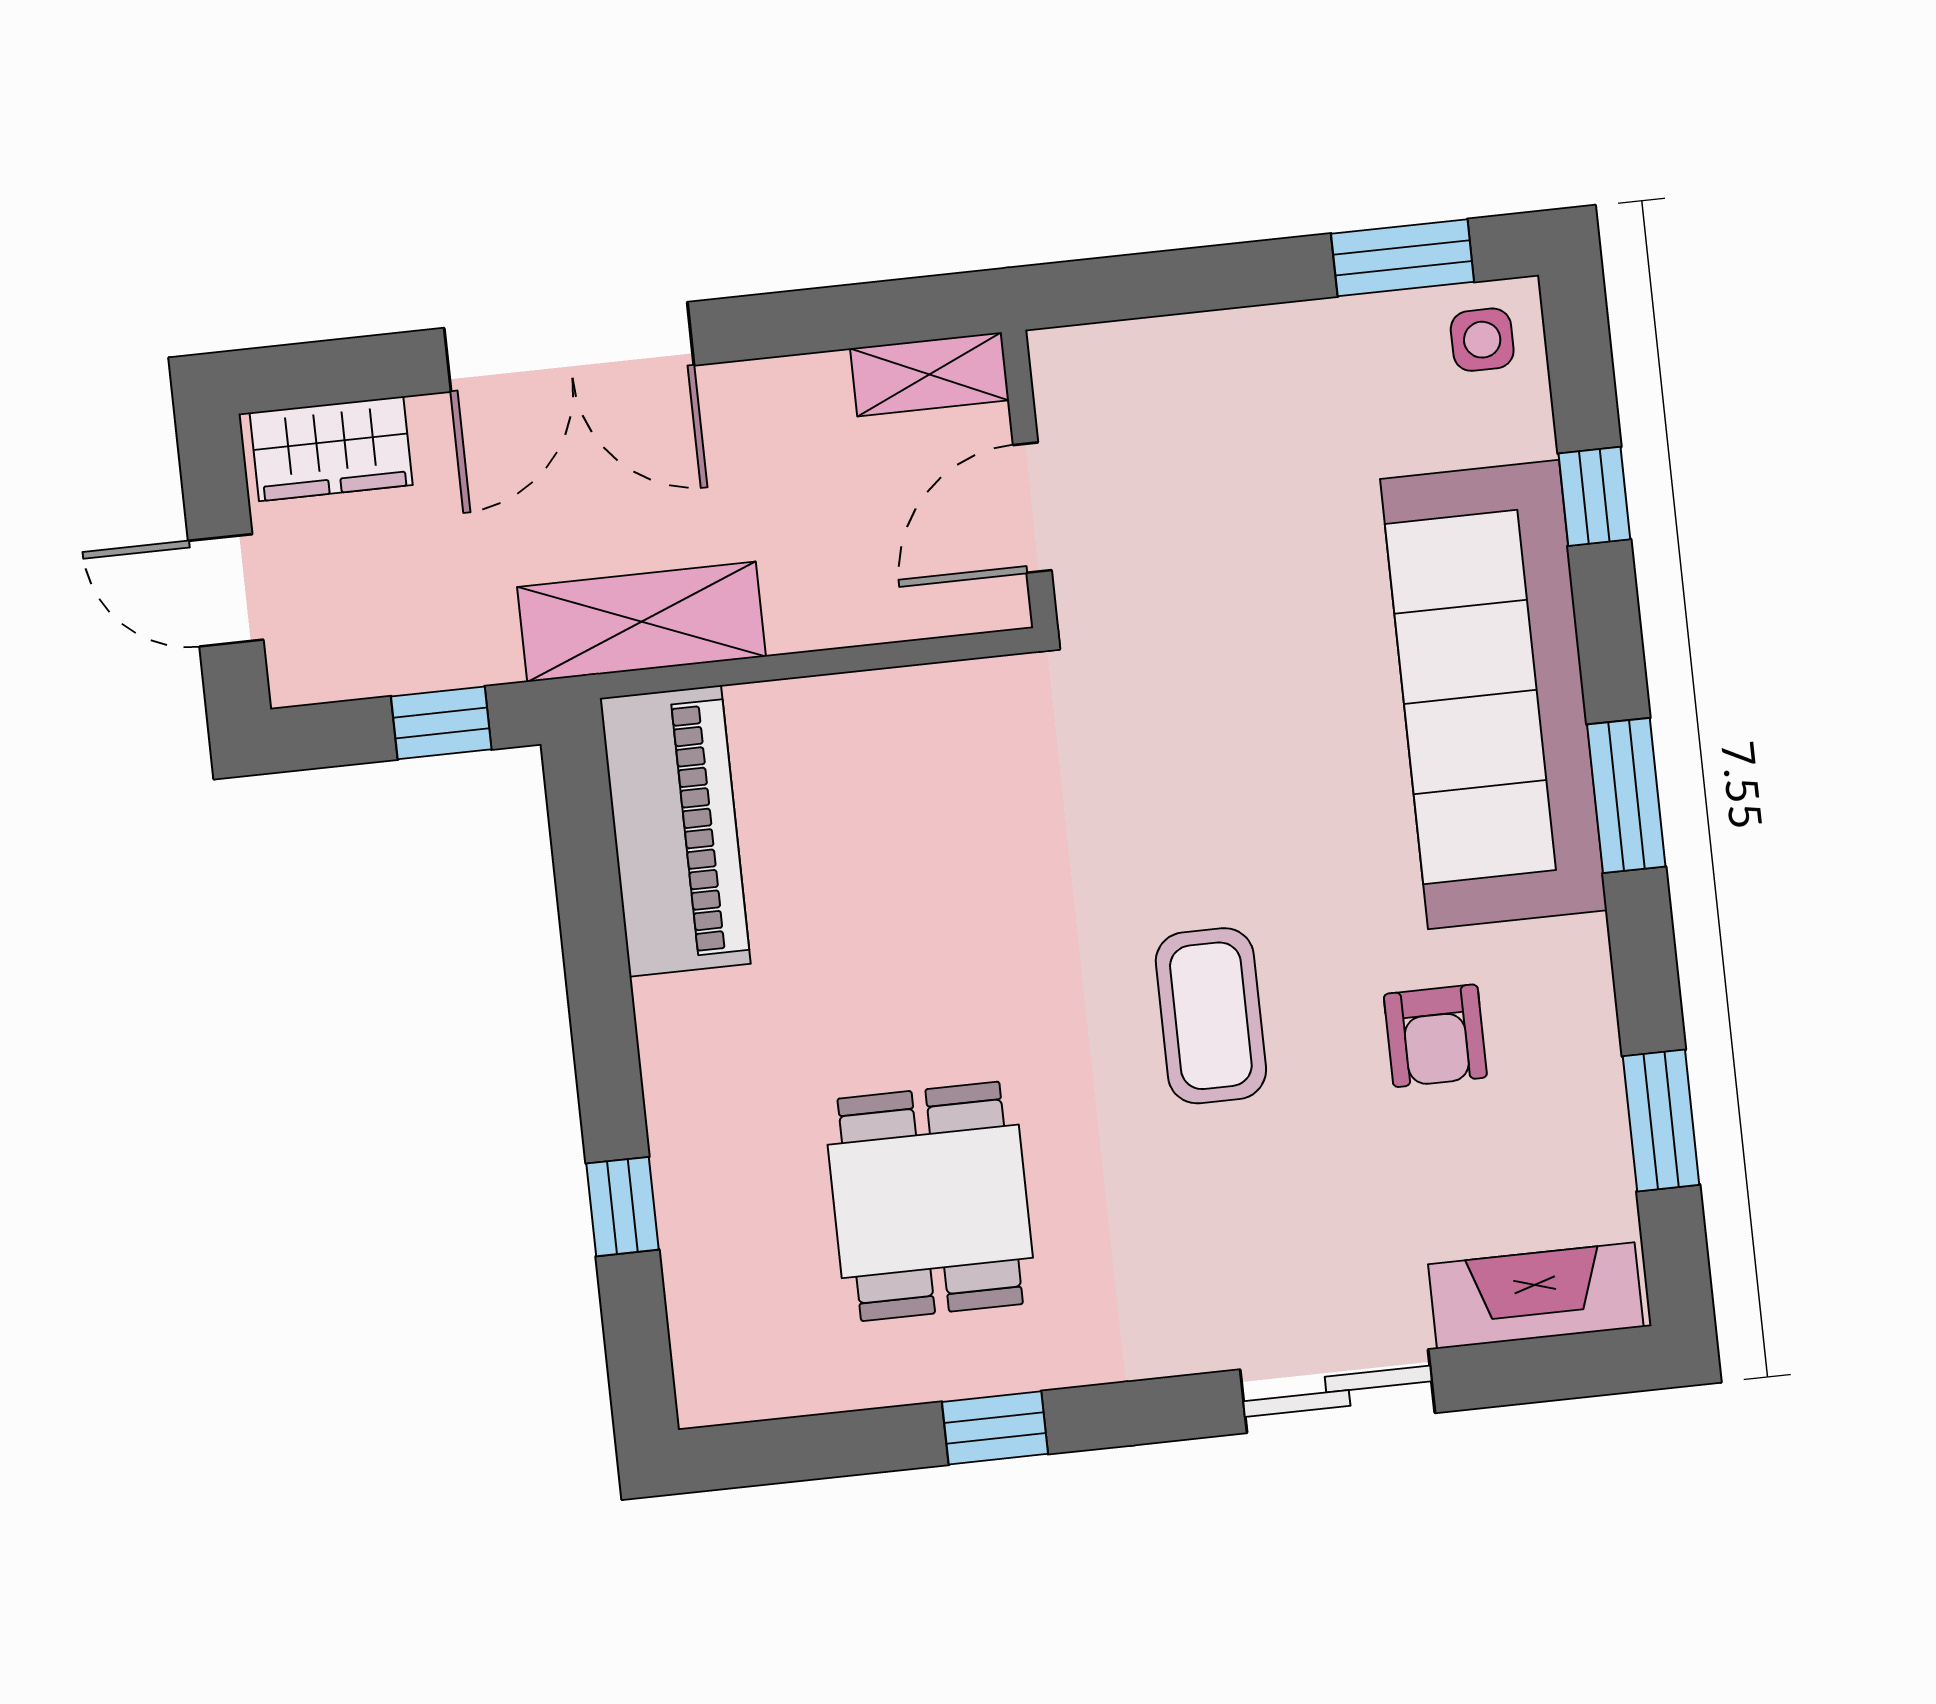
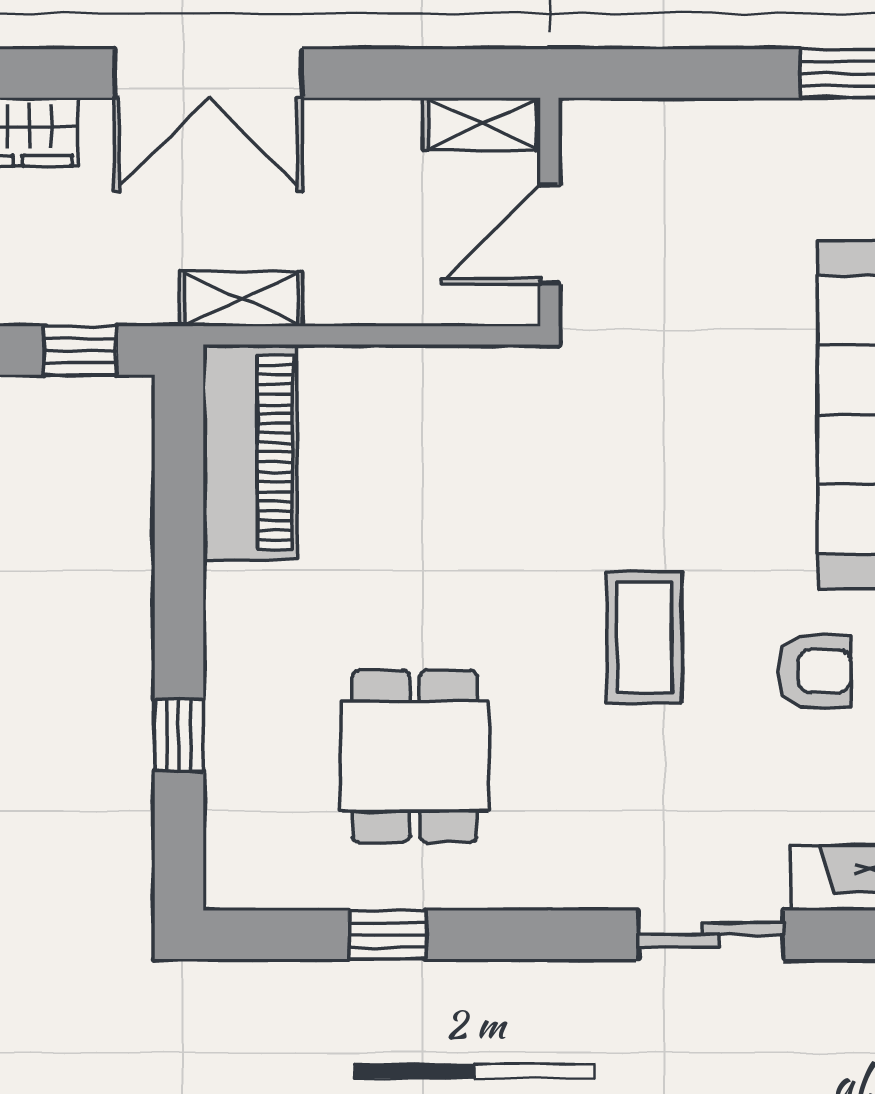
shelving: (641, 622) -> (241, 299), width x0.67, depth x0.75
armchair: (1435, 1036) -> (814, 671), turned -90
window: (995, 1428) -> (387, 935), moved

